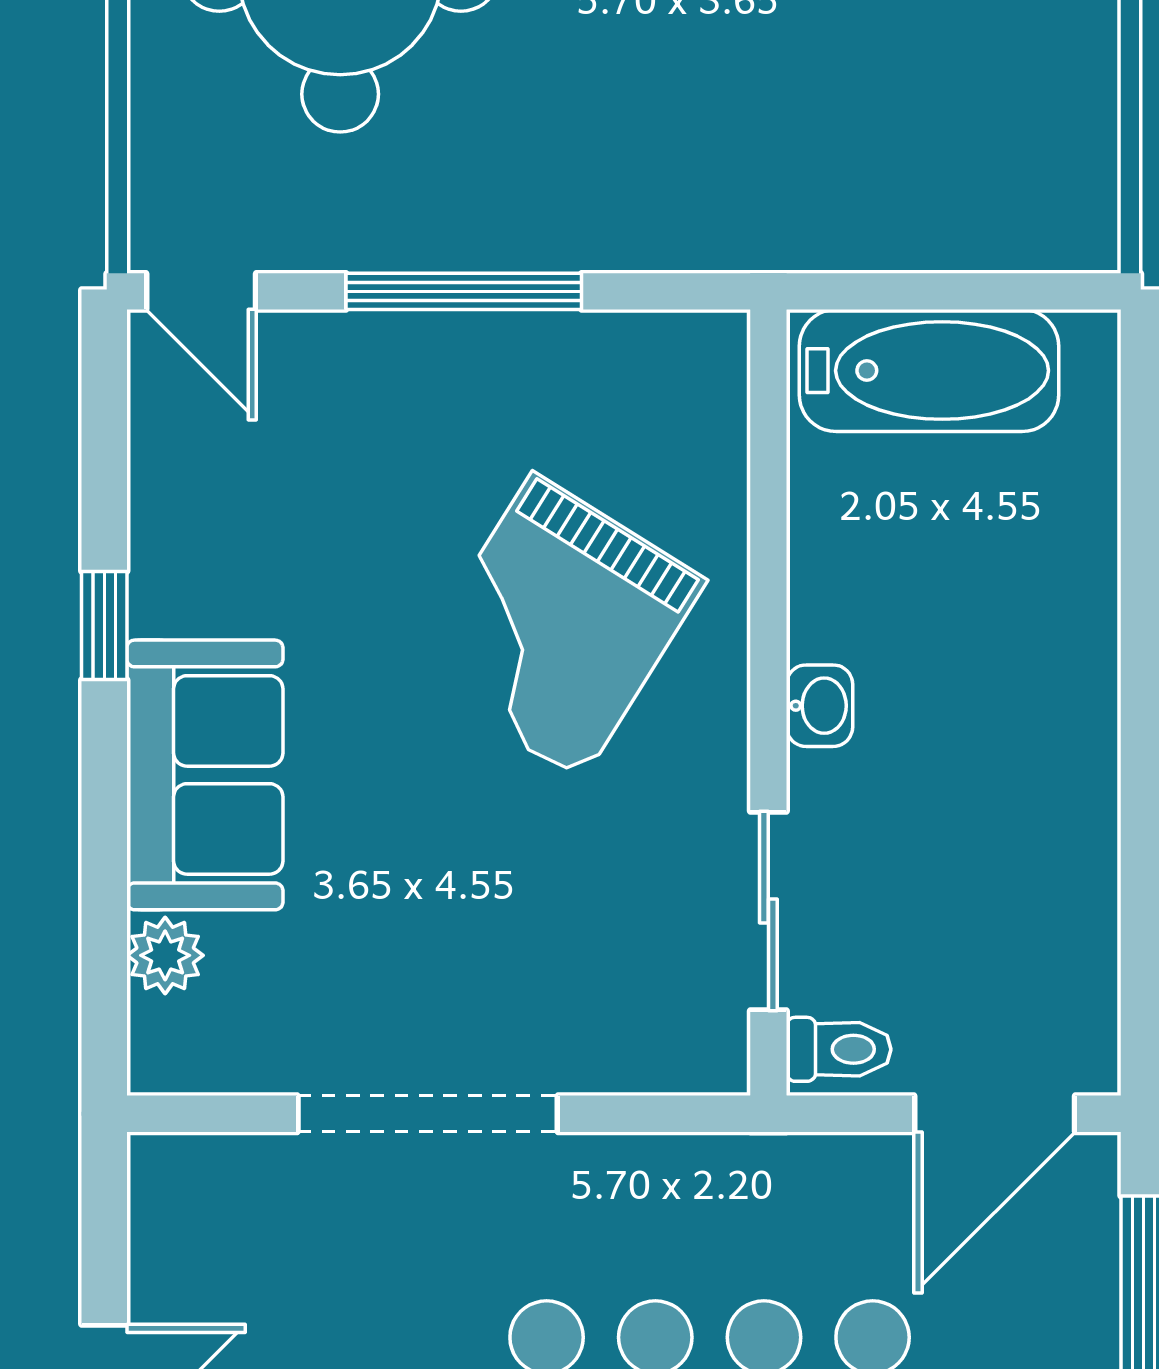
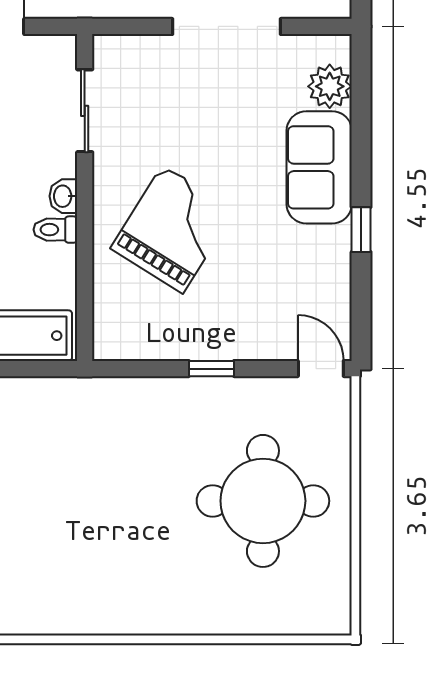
window: (464, 291) -> (211, 369), width x0.46
plant: (165, 955) -> (330, 86), width x1.38, depth x1.38
toilet: (839, 1049) -> (55, 230), moved

